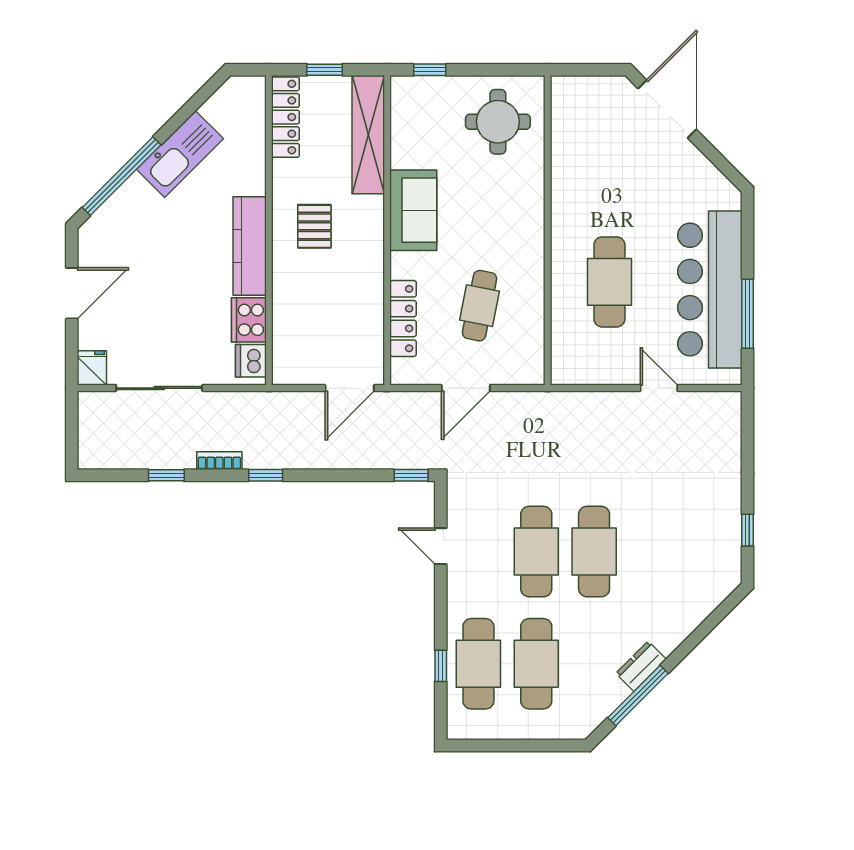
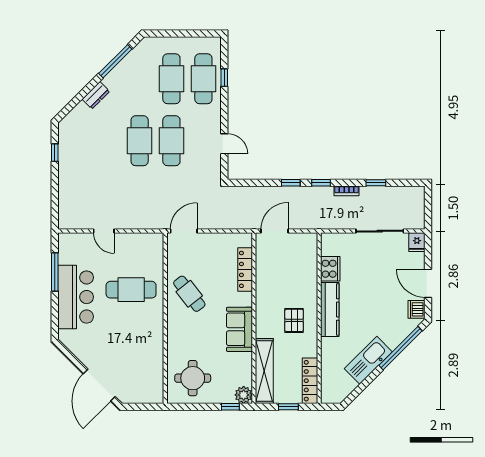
plant: (406, 91) -> (244, 395), added
cafe table: (609, 282) -> (131, 290), turned 90
bar counter: (710, 290) -> (76, 297), width x0.73
door: (72, 293) -> (428, 283), hinge flipped
cafe table: (480, 306) -> (189, 294), moved, turned -49
dishwasher: (251, 361) -> (417, 309), moved, turned 180
door: (466, 388) -> (184, 231), moved
window: (411, 475) -> (291, 183), moved
dresser: (641, 666) -> (96, 95), moved

